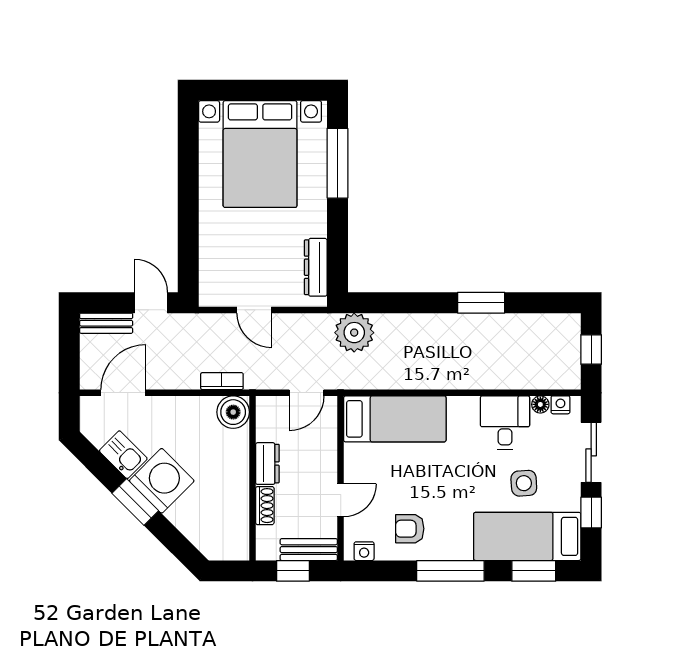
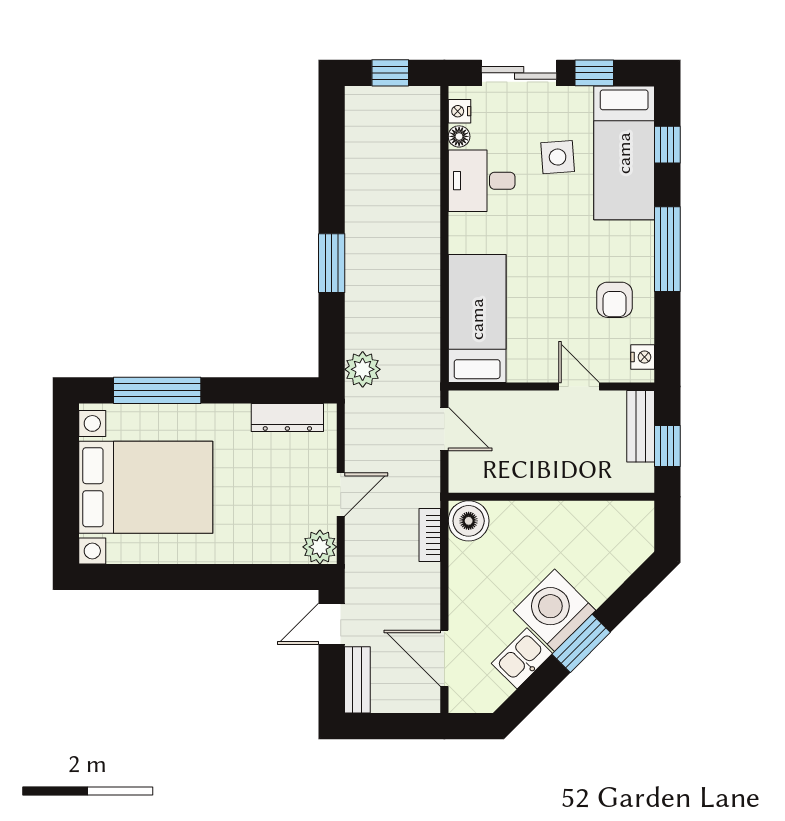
plant: (212, 293) -> (320, 547), added
window: (481, 303) -> (332, 263), moved
plant: (354, 333) -> (363, 369), width x0.73, depth x0.73
dresser: (267, 464) -> (533, 478), removed
shoe rack: (265, 506) -> (586, 481), removed
window: (534, 571) -> (667, 145), width x0.67

